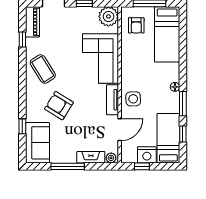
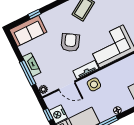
armchair: (59, 106) -> (70, 43), moved
fireplace: (91, 157) -> (32, 65), moved
window: (68, 166) -> (28, 73), moved

